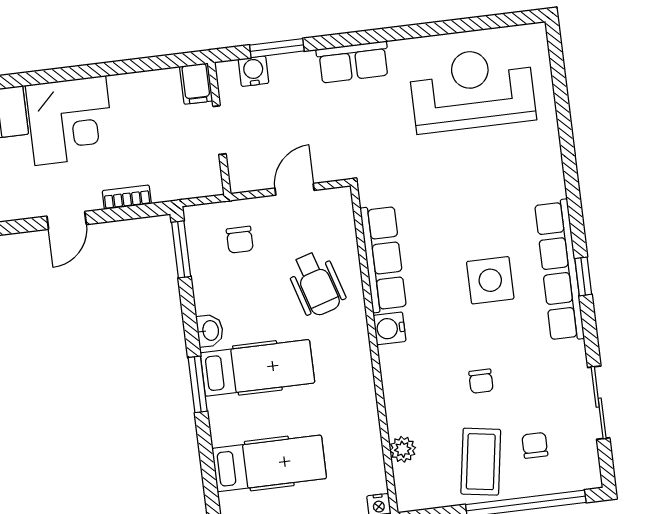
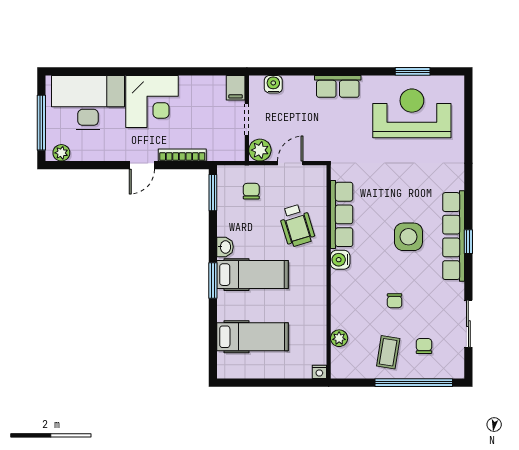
window: (277, 48) -> (413, 71), moved
plant: (245, 175) -> (260, 150), added
bookcase: (127, 197) -> (182, 155), width x1.56
chair: (240, 240) -> (251, 191), turned 180
coffee table: (481, 462) -> (388, 352), width x0.73, depth x0.77

